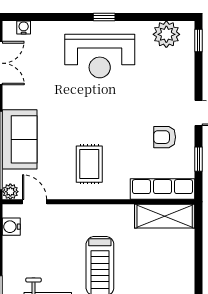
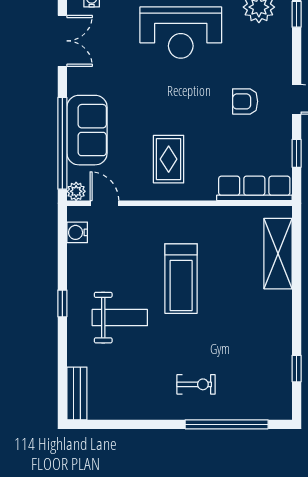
armchair: (165, 137) -> (245, 101), moved
shelving: (165, 216) -> (278, 254), moved, turned 90

